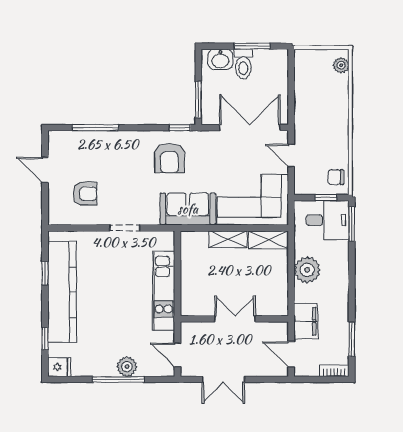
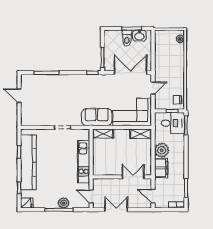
washbasin: (220, 59) -> (139, 36), moved
door: (291, 156) -> (153, 88), swing flipped
armchair: (169, 158) -> (87, 89), removed
armchair: (85, 194) -> (41, 109), removed
shelving: (228, 239) -> (103, 134), moved
double door: (235, 319) -> (133, 177), moved
filing cabinet: (306, 321) -> (161, 168), moved
double door: (223, 379) -> (116, 210), swing flipped

